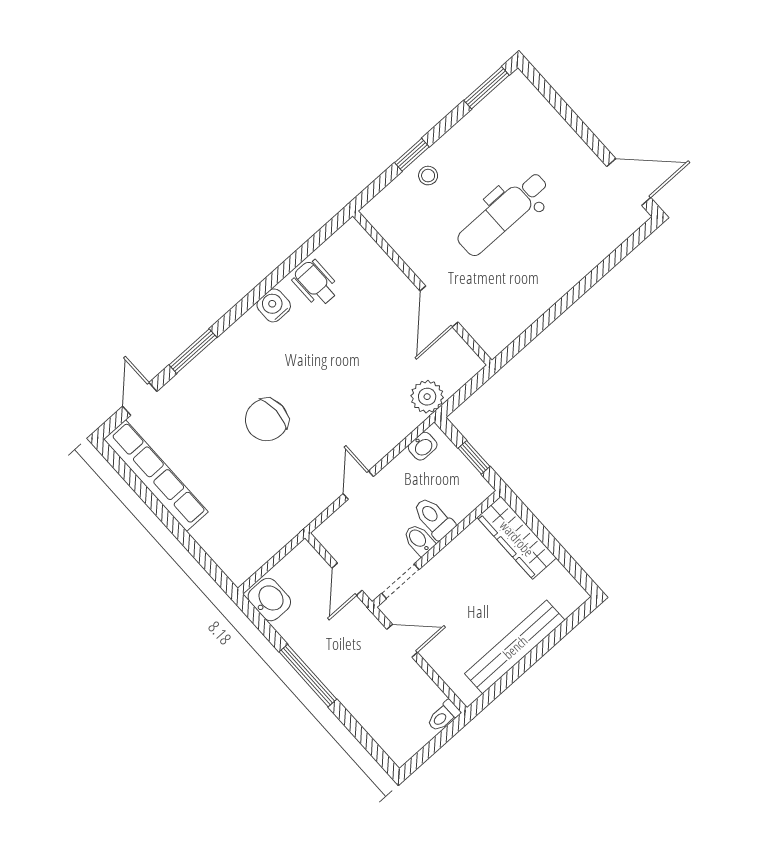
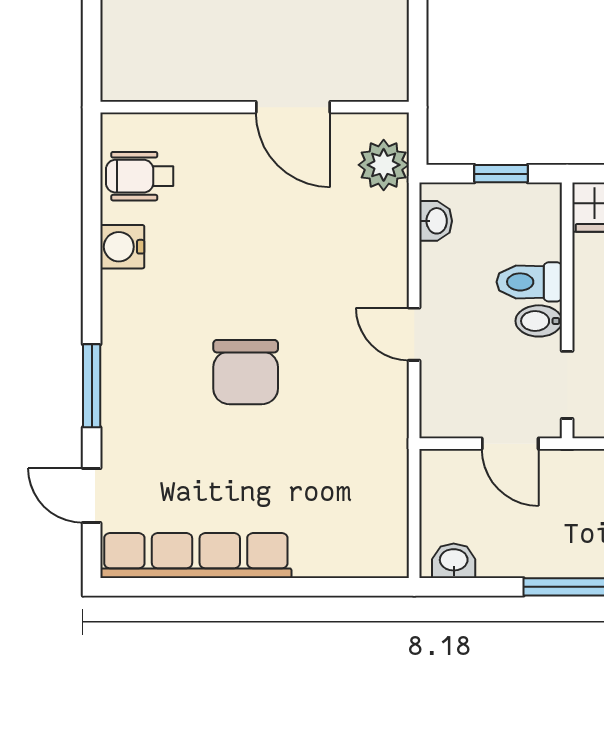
wall: (422, 288) -> (255, 107), moved
door: (439, 307) -> (293, 107), moved
washbasin: (269, 600) -> (454, 561), width x0.72, depth x0.69

